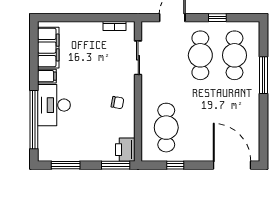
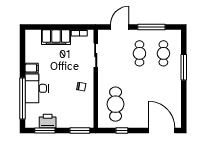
window: (217, 18) -> (151, 27), width x2.17
filing cabinet: (48, 48) -> (56, 37), moved, turned 90
cafe table: (200, 55) -> (139, 53), width x0.73, depth x0.74
cafe table: (234, 55) -> (163, 53), width x0.73, depth x0.74
printer: (125, 150) -> (48, 121), moved, turned 90

